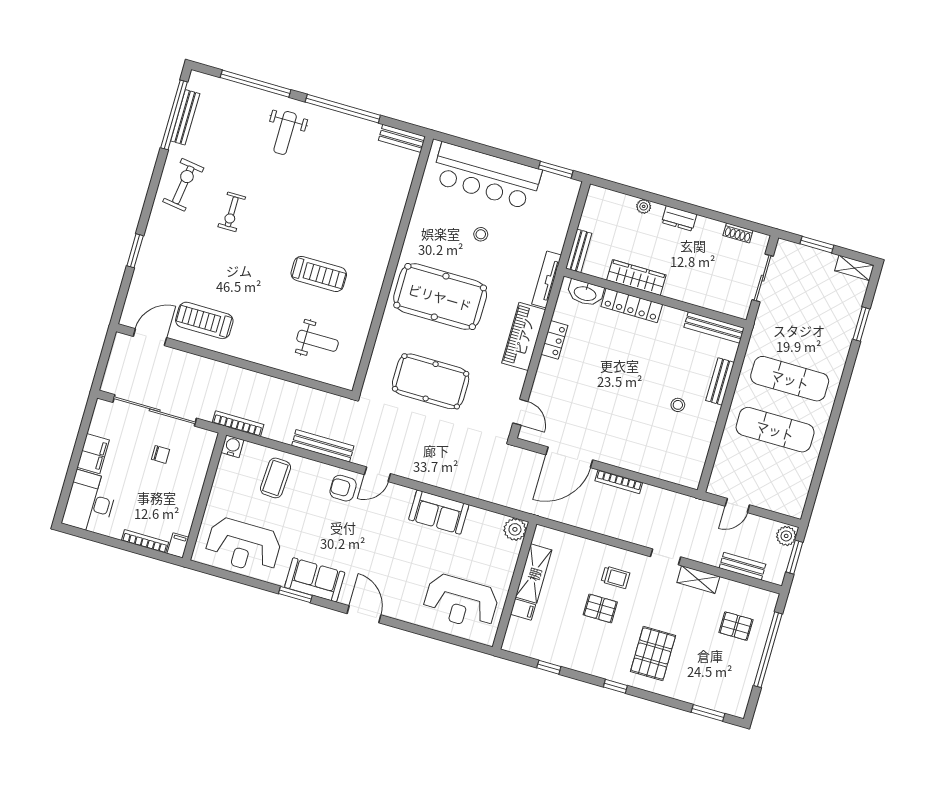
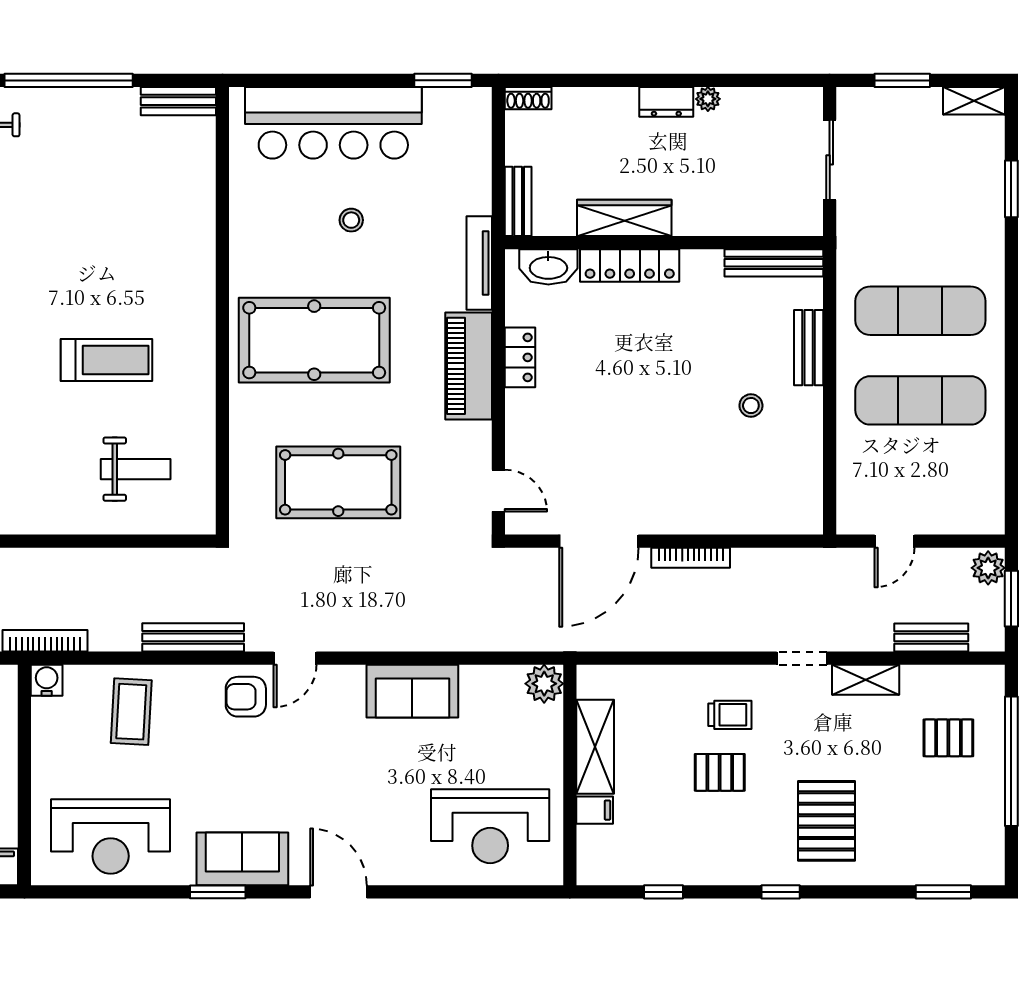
plant: (644, 206) -> (708, 99), moved
shoe rack: (738, 233) -> (528, 98), moved

